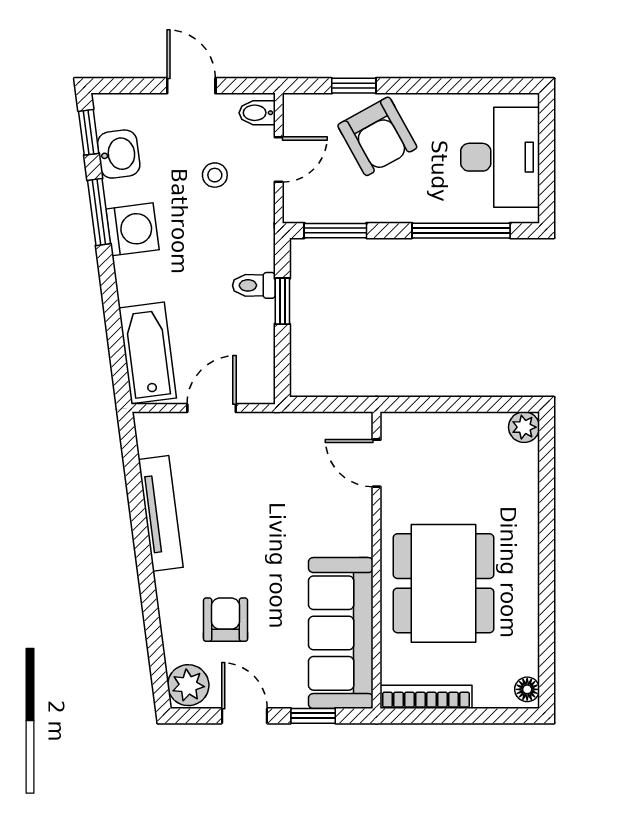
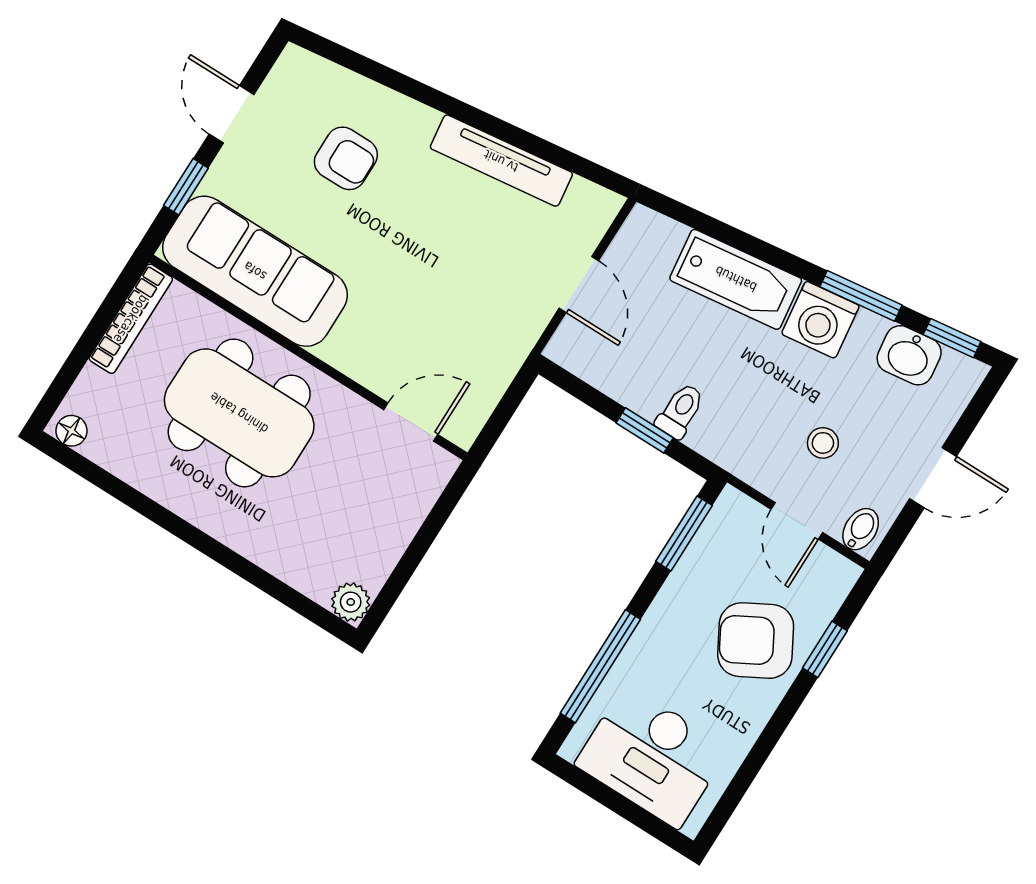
bathtub: (148, 353) -> (736, 279), moved
plant: (188, 685) -> (301, 75), removed
door: (244, 716) -> (232, 114), swing flipped

